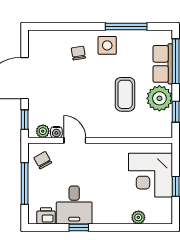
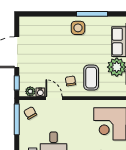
chair: (78, 53) -> (71, 81), moved
coffee table: (125, 94) -> (91, 78), moved
window: (25, 184) -> (17, 119), moved

